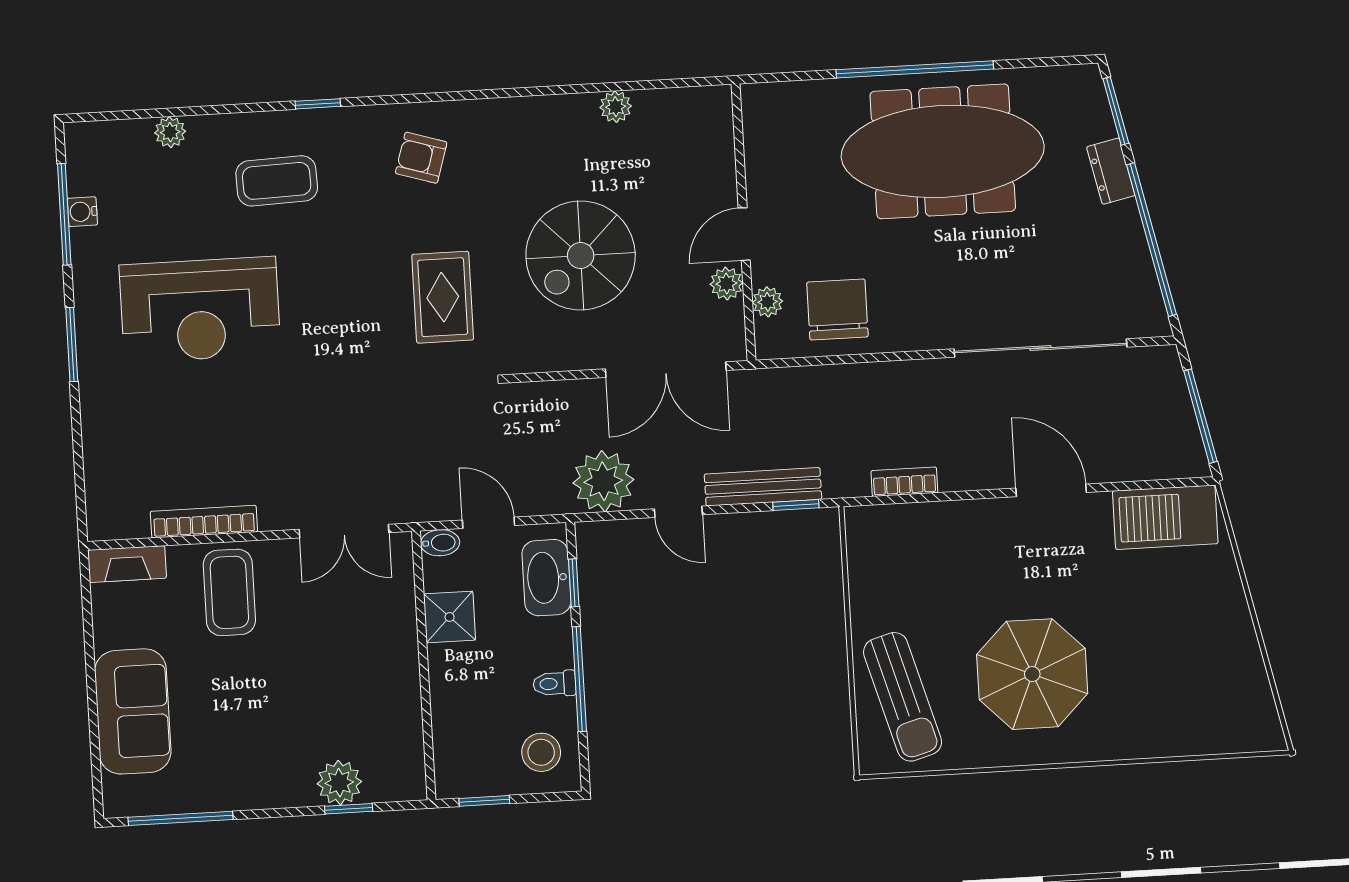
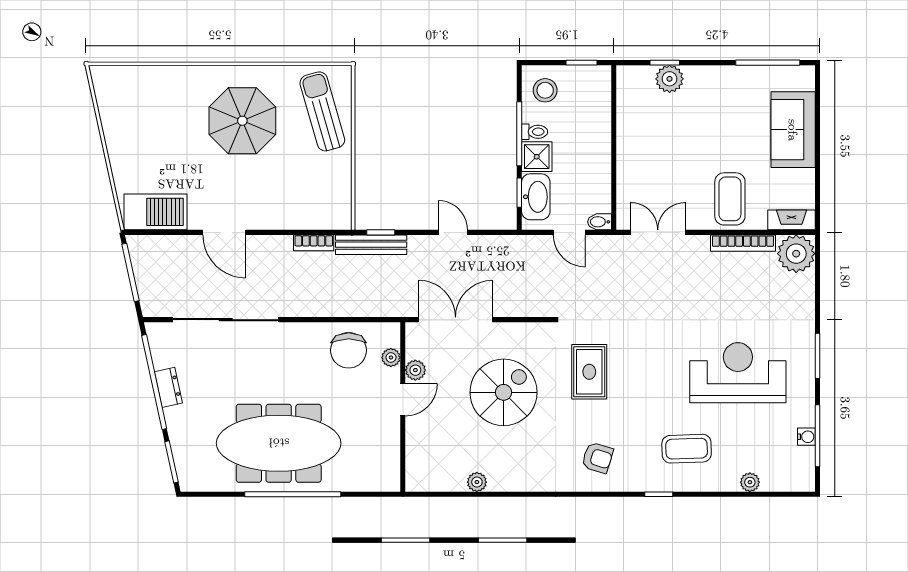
dresser: (1111, 171) -> (168, 387), moved
plant: (603, 481) -> (796, 254), moved
bench: (763, 487) -> (371, 245), moved
shower: (450, 617) -> (537, 157), moved

